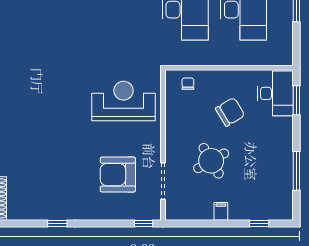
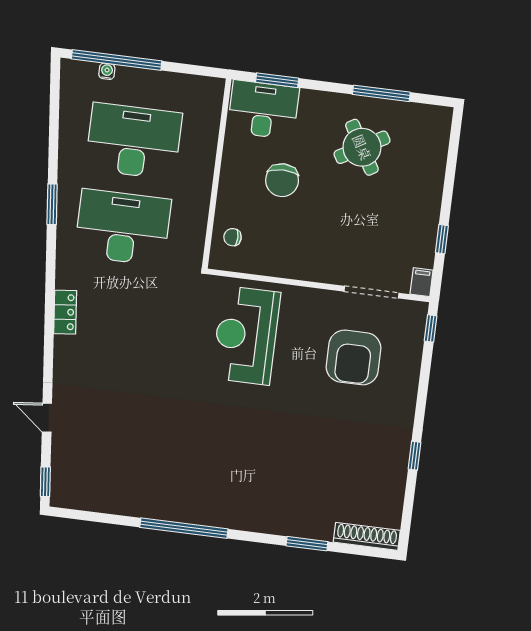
chair: (230, 112) -> (282, 180), turned -149
round table: (211, 161) -> (362, 147), moved
filing cabinet: (221, 211) -> (422, 282), moved, turned 90
window: (259, 224) -> (442, 239), moved

